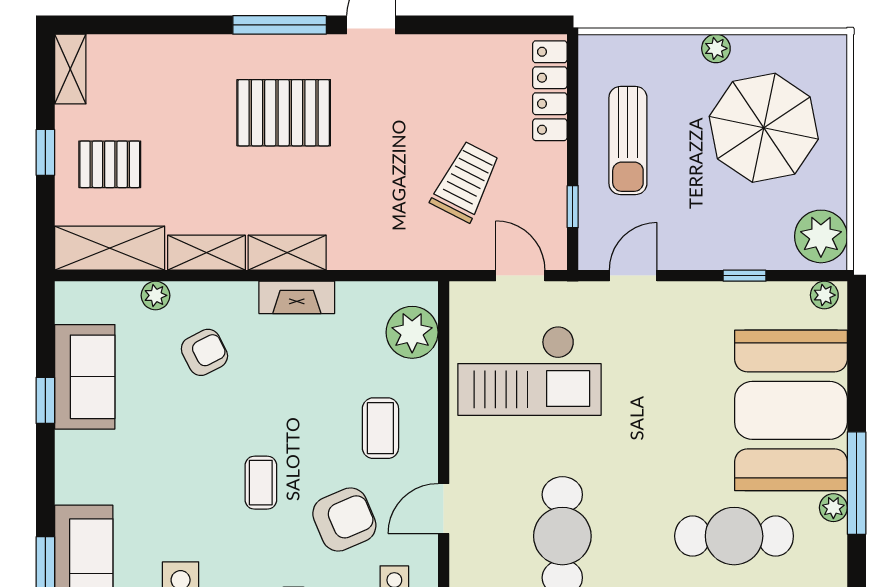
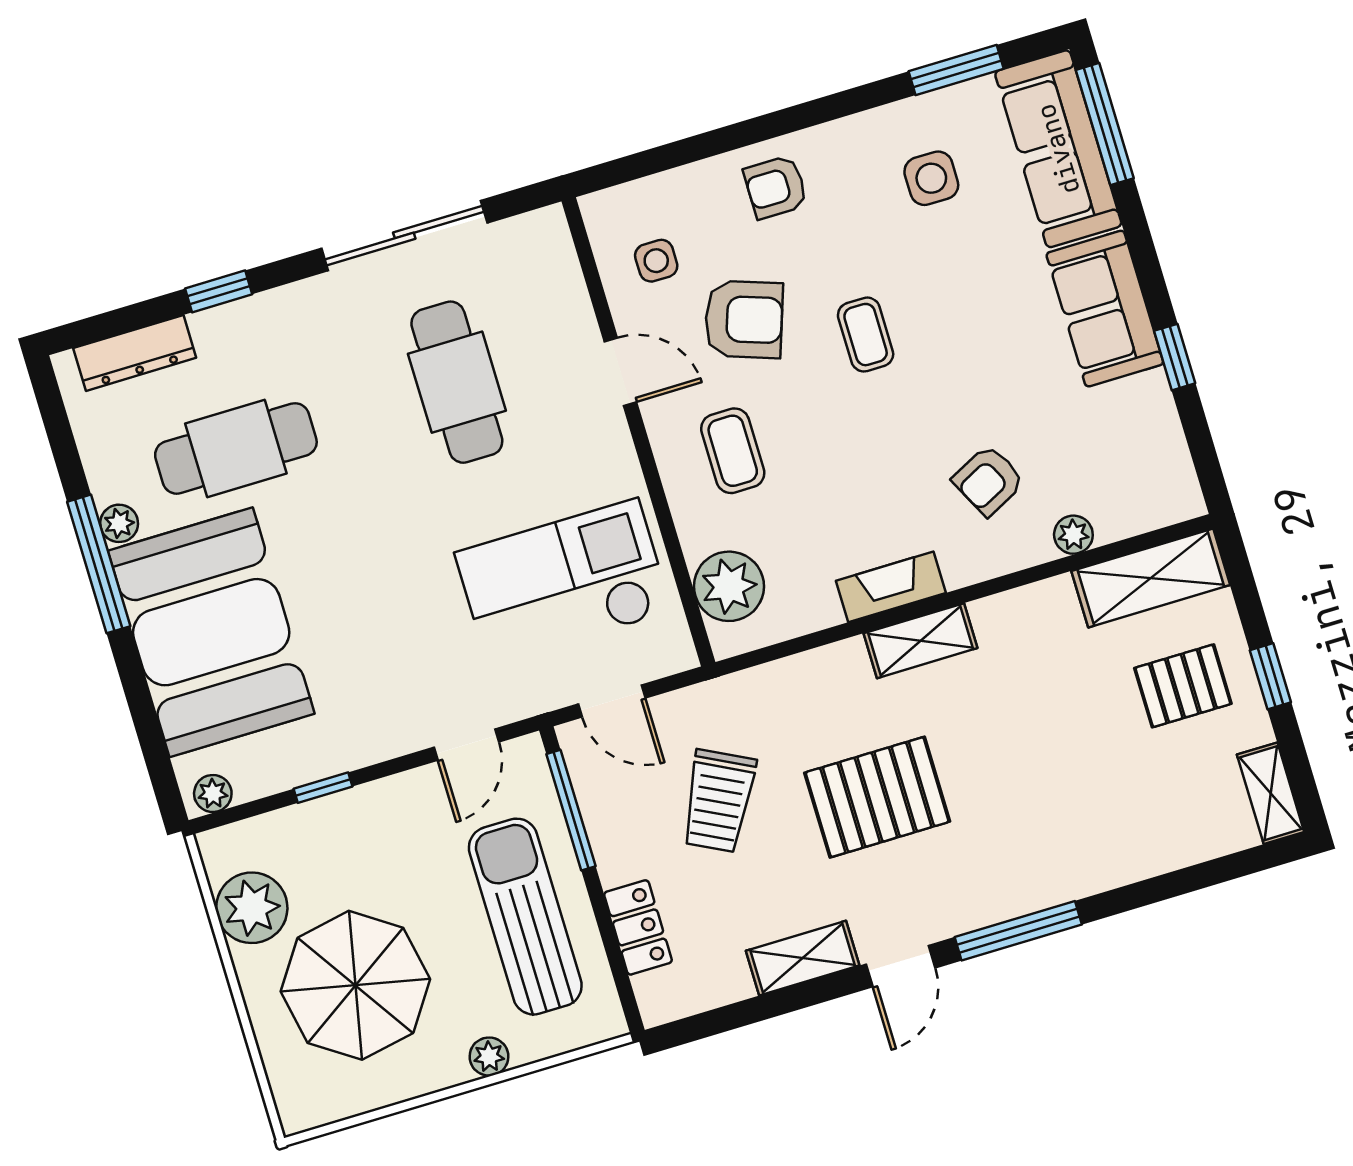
plant: (716, 48) -> (489, 1057), moved
locker: (550, 91) -> (638, 927), width x0.66
pallet: (284, 113) -> (877, 797), moved
sun lounger: (628, 140) -> (525, 917), width x1.36, depth x1.34
window: (573, 207) -> (571, 810), width x2.17
plant: (821, 236) -> (252, 908), moved
shelving: (206, 253) -> (803, 958), moved
sofa: (85, 377) -> (1105, 309), moved
door: (444, 509) -> (620, 372), hinge flipped
armchair: (344, 519) -> (744, 319), turned -138

